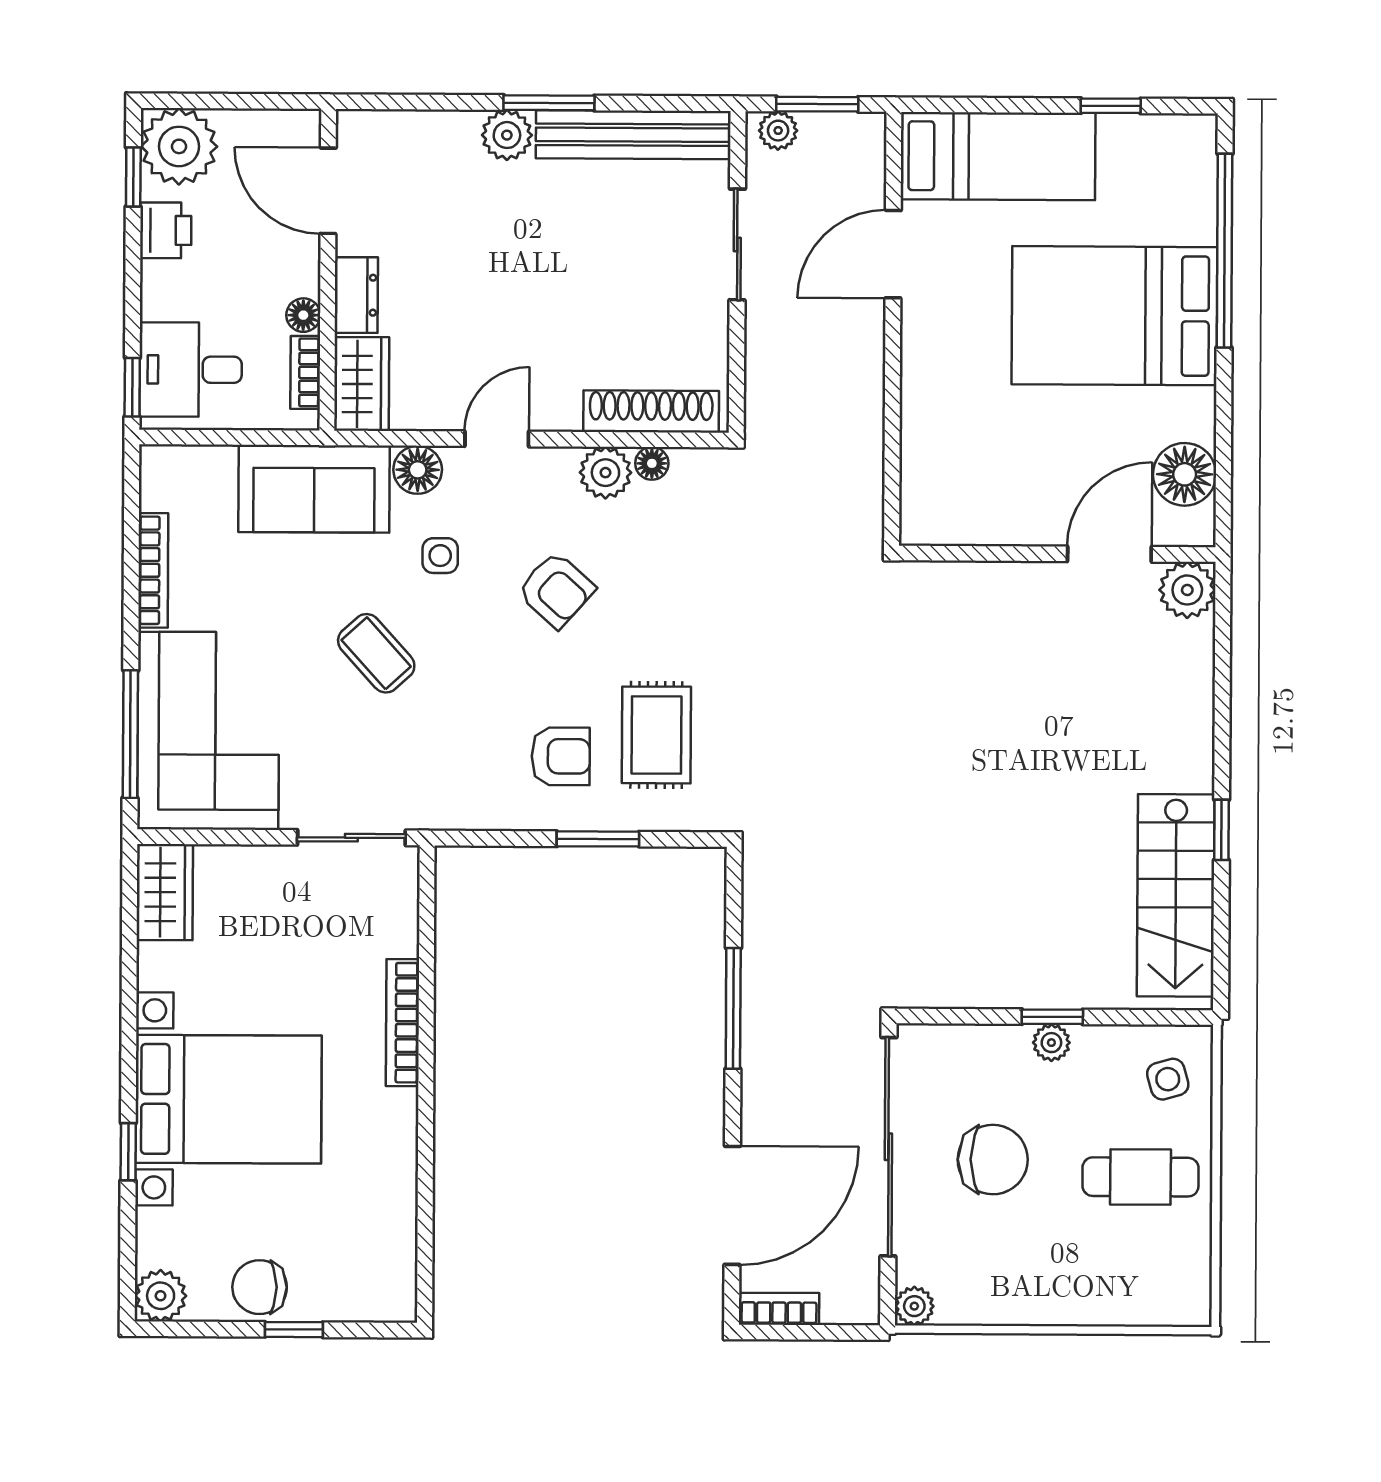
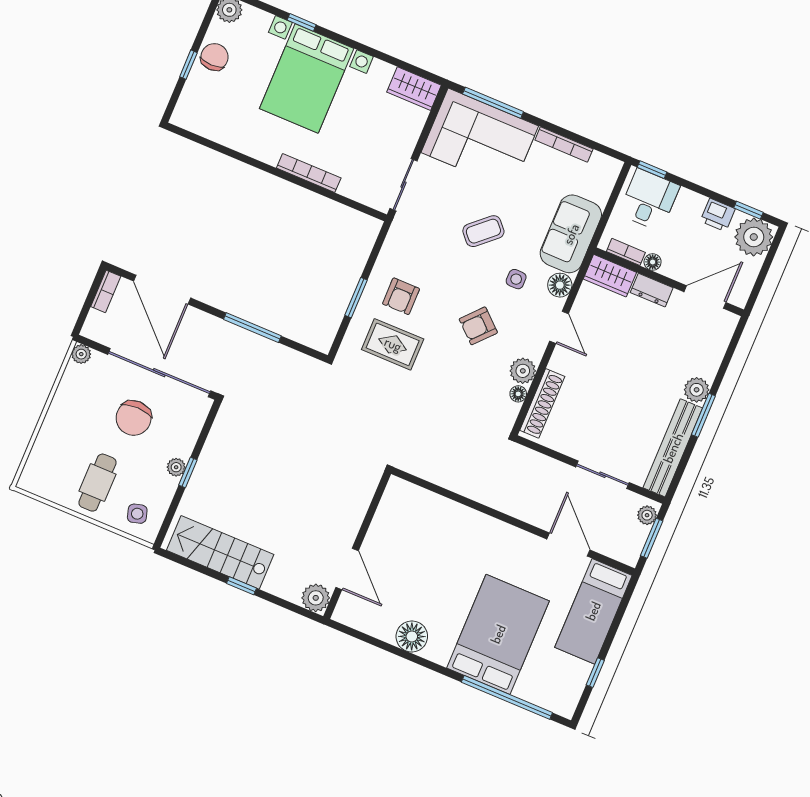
wall: (1057, 554) -> (357, 545), moved
door: (1109, 554) -> (347, 569), moved
plant: (1187, 590) -> (316, 598), moved

